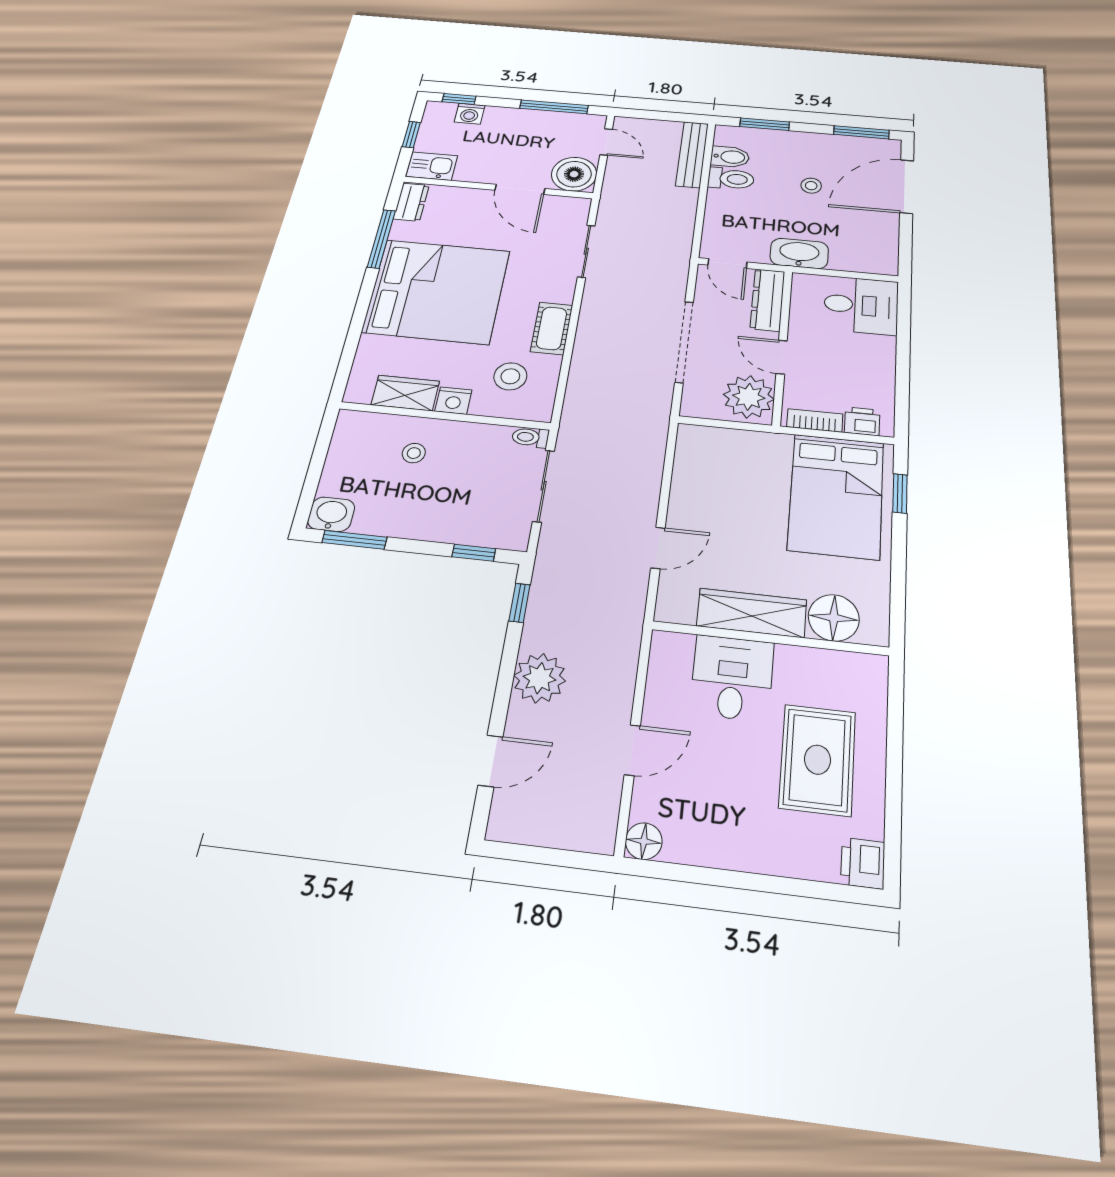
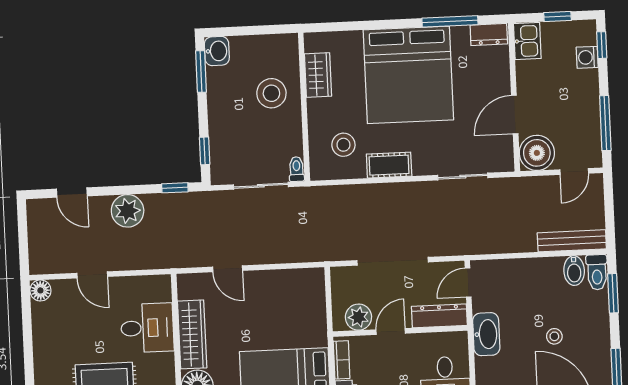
toilet: (731, 179) -> (597, 272), moved
plant: (749, 397) -> (358, 317), width x0.73, depth x0.73
nightstand: (453, 401) -> (317, 110), removed
stool: (414, 453) -> (271, 93), width x1.89, depth x1.89

